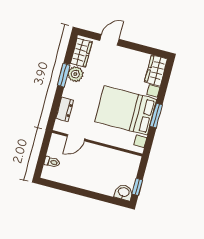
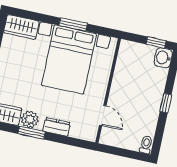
dresser: (65, 109) -> (57, 127), moved
toilet: (52, 162) -> (146, 145), moved
window: (84, 193) -> (166, 103), added

